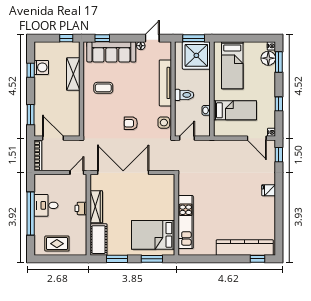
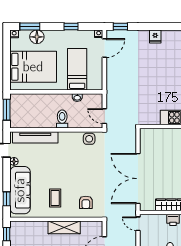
shower: (196, 55) -> (24, 107), removed
floor lamp: (268, 58) -> (37, 37), moved
bed: (232, 65) -> (33, 67), width x1.50
shelving: (73, 74) -> (64, 227), moved
tv unit: (165, 83) -> (35, 137), moved
armchair: (131, 123) -> (86, 202), moved

